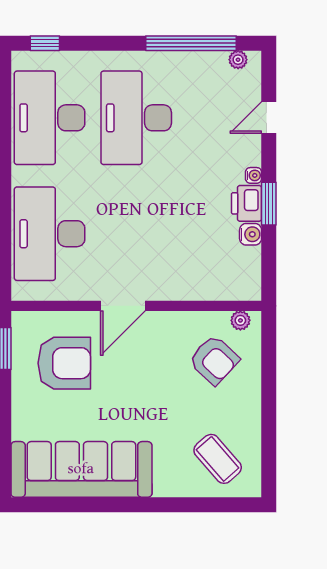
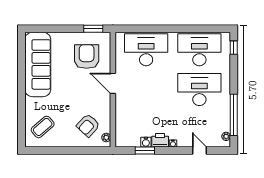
window: (269, 204) -> (145, 151), moved
armchair: (64, 363) -> (87, 57), turned 180

